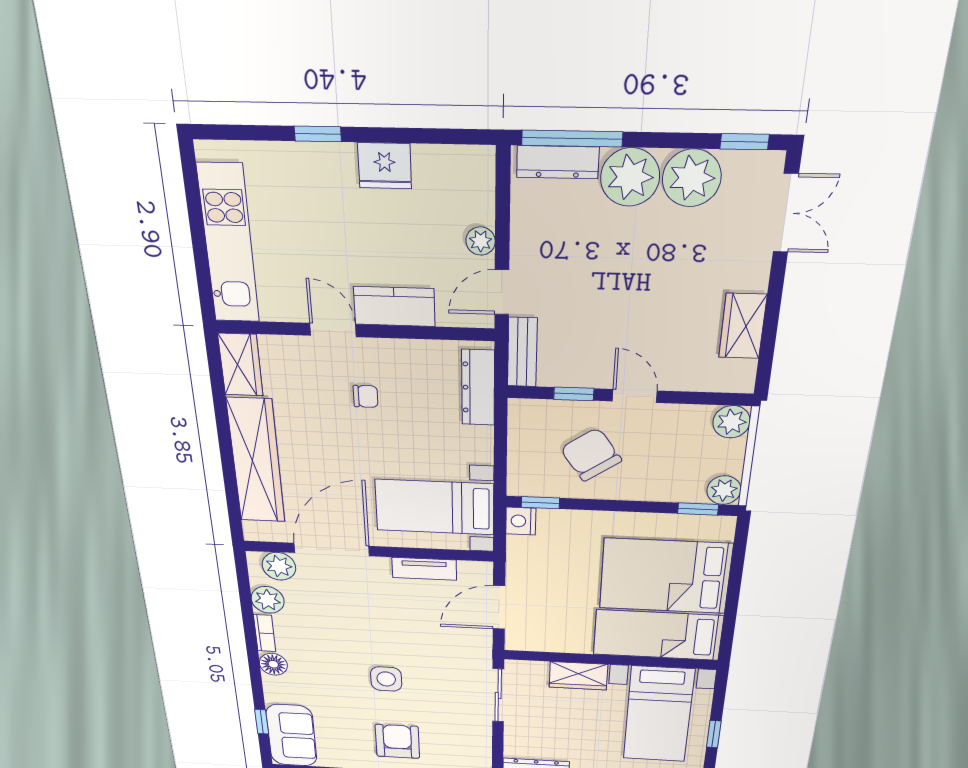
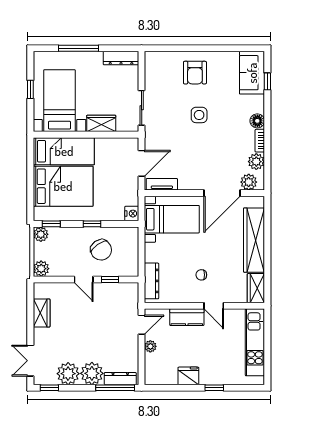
bench: (522, 352) -> (133, 298), removed
window: (540, 503) -> (92, 224), moved
tv unit: (424, 569) -> (162, 184), moved

